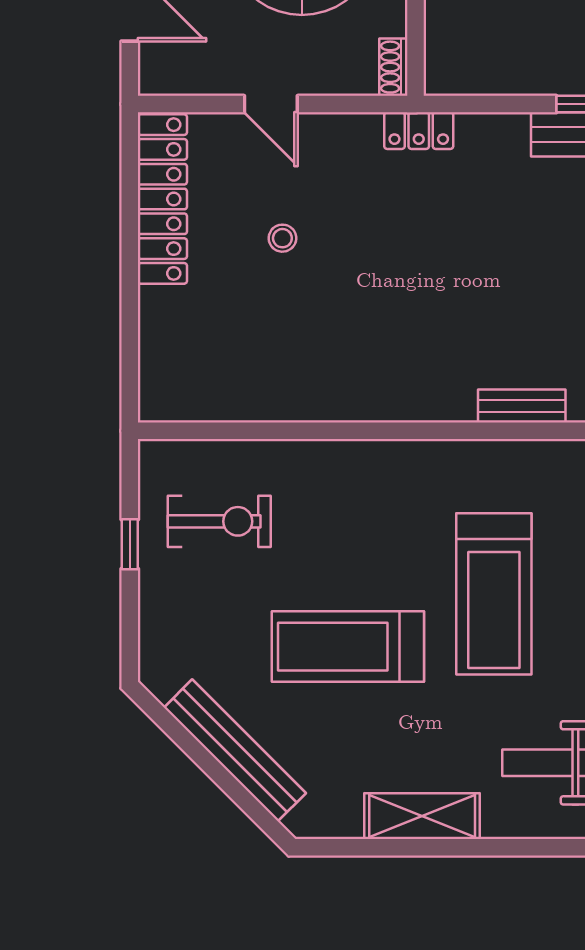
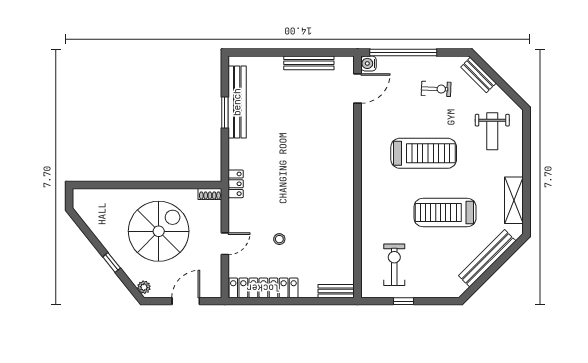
bench: (522, 406) -> (336, 291), moved, turned 90
treadmill: (348, 647) -> (445, 213), turned 90
shelving: (422, 816) -> (514, 200), moved

